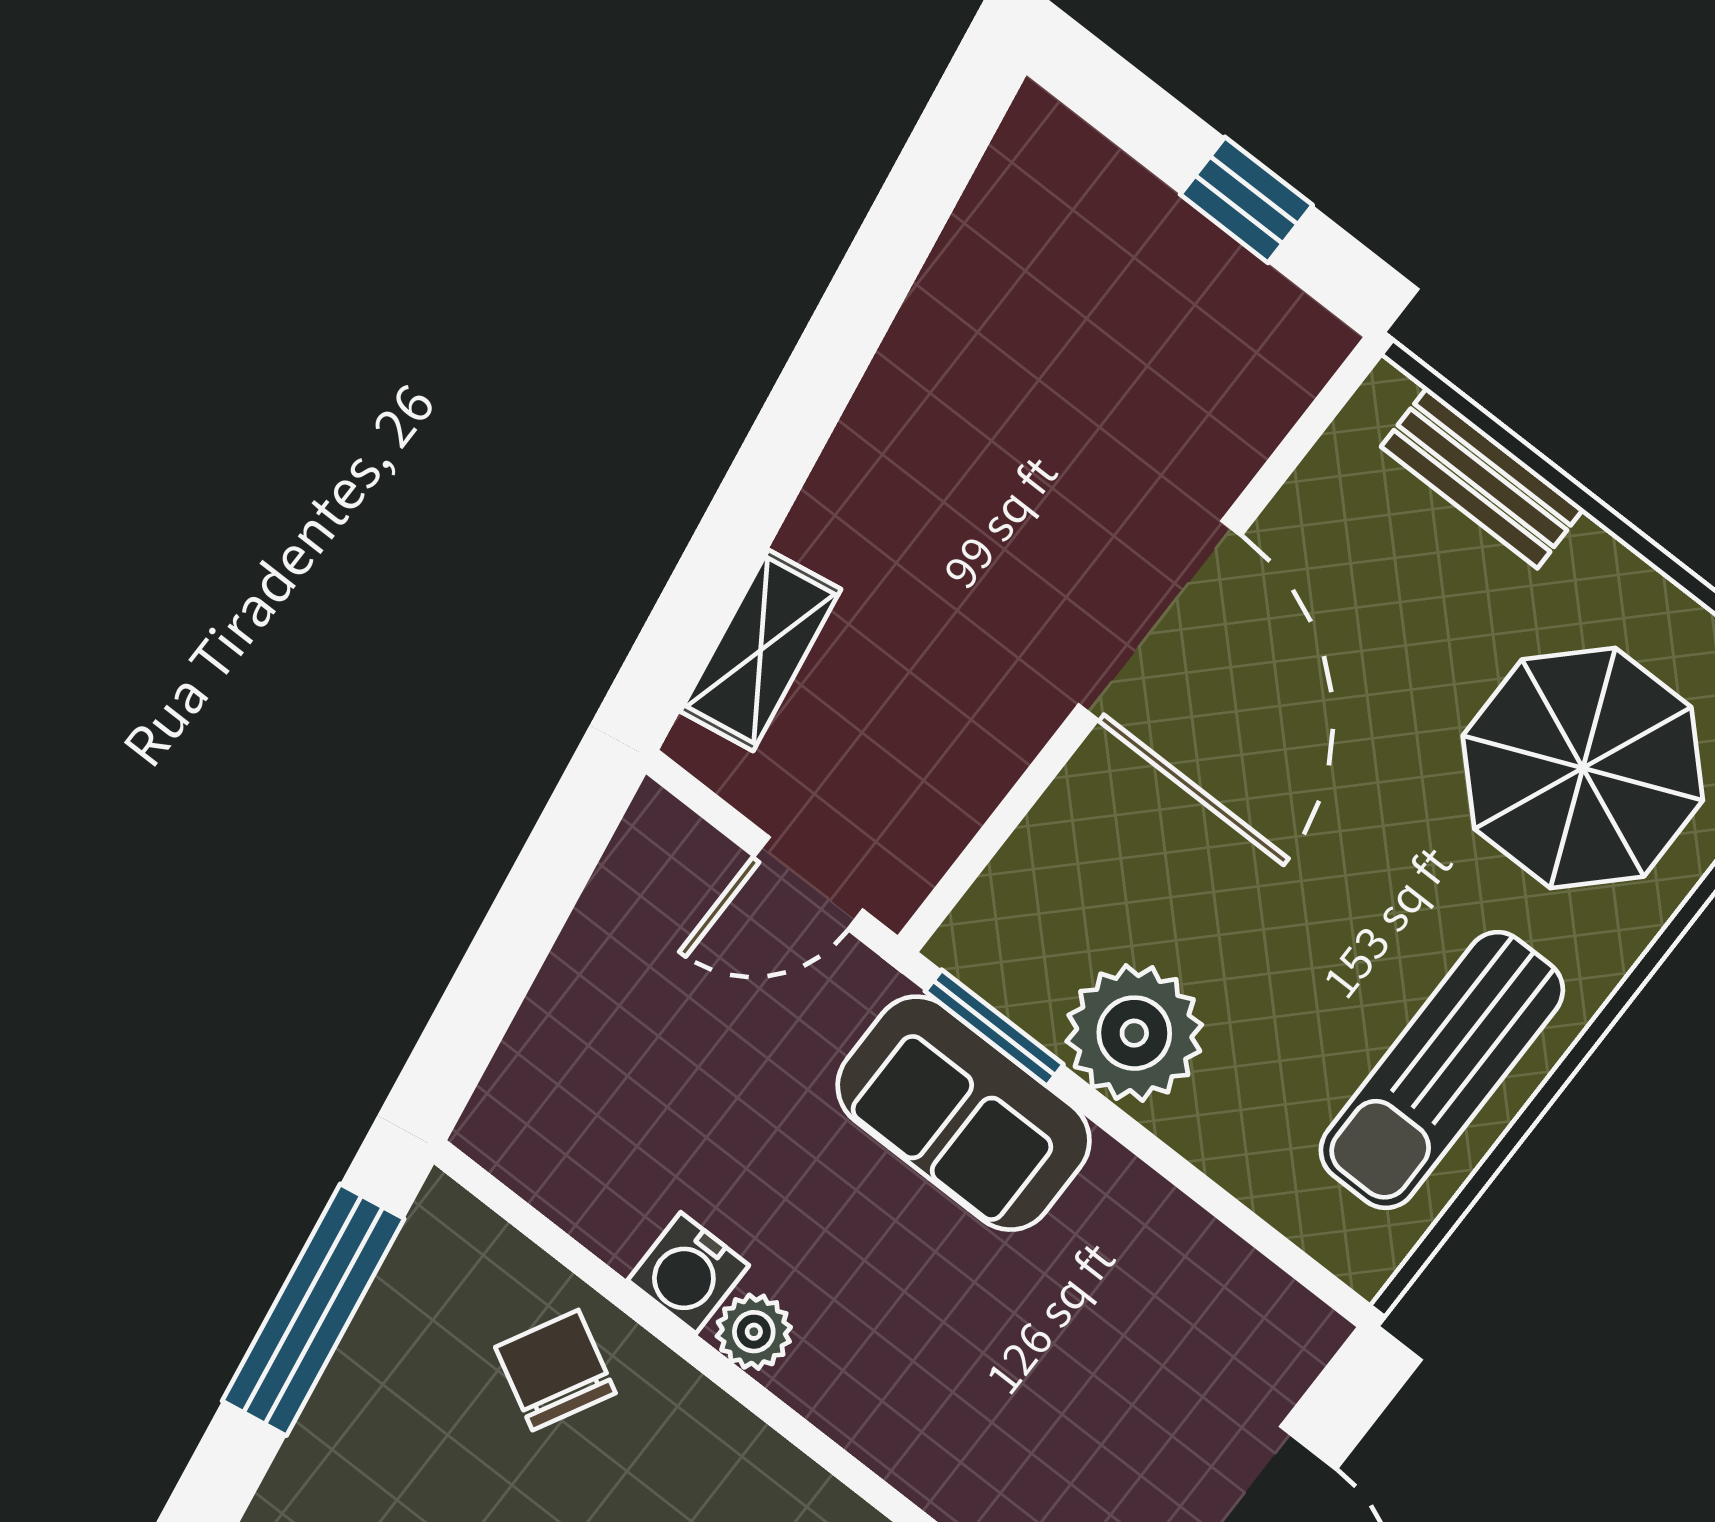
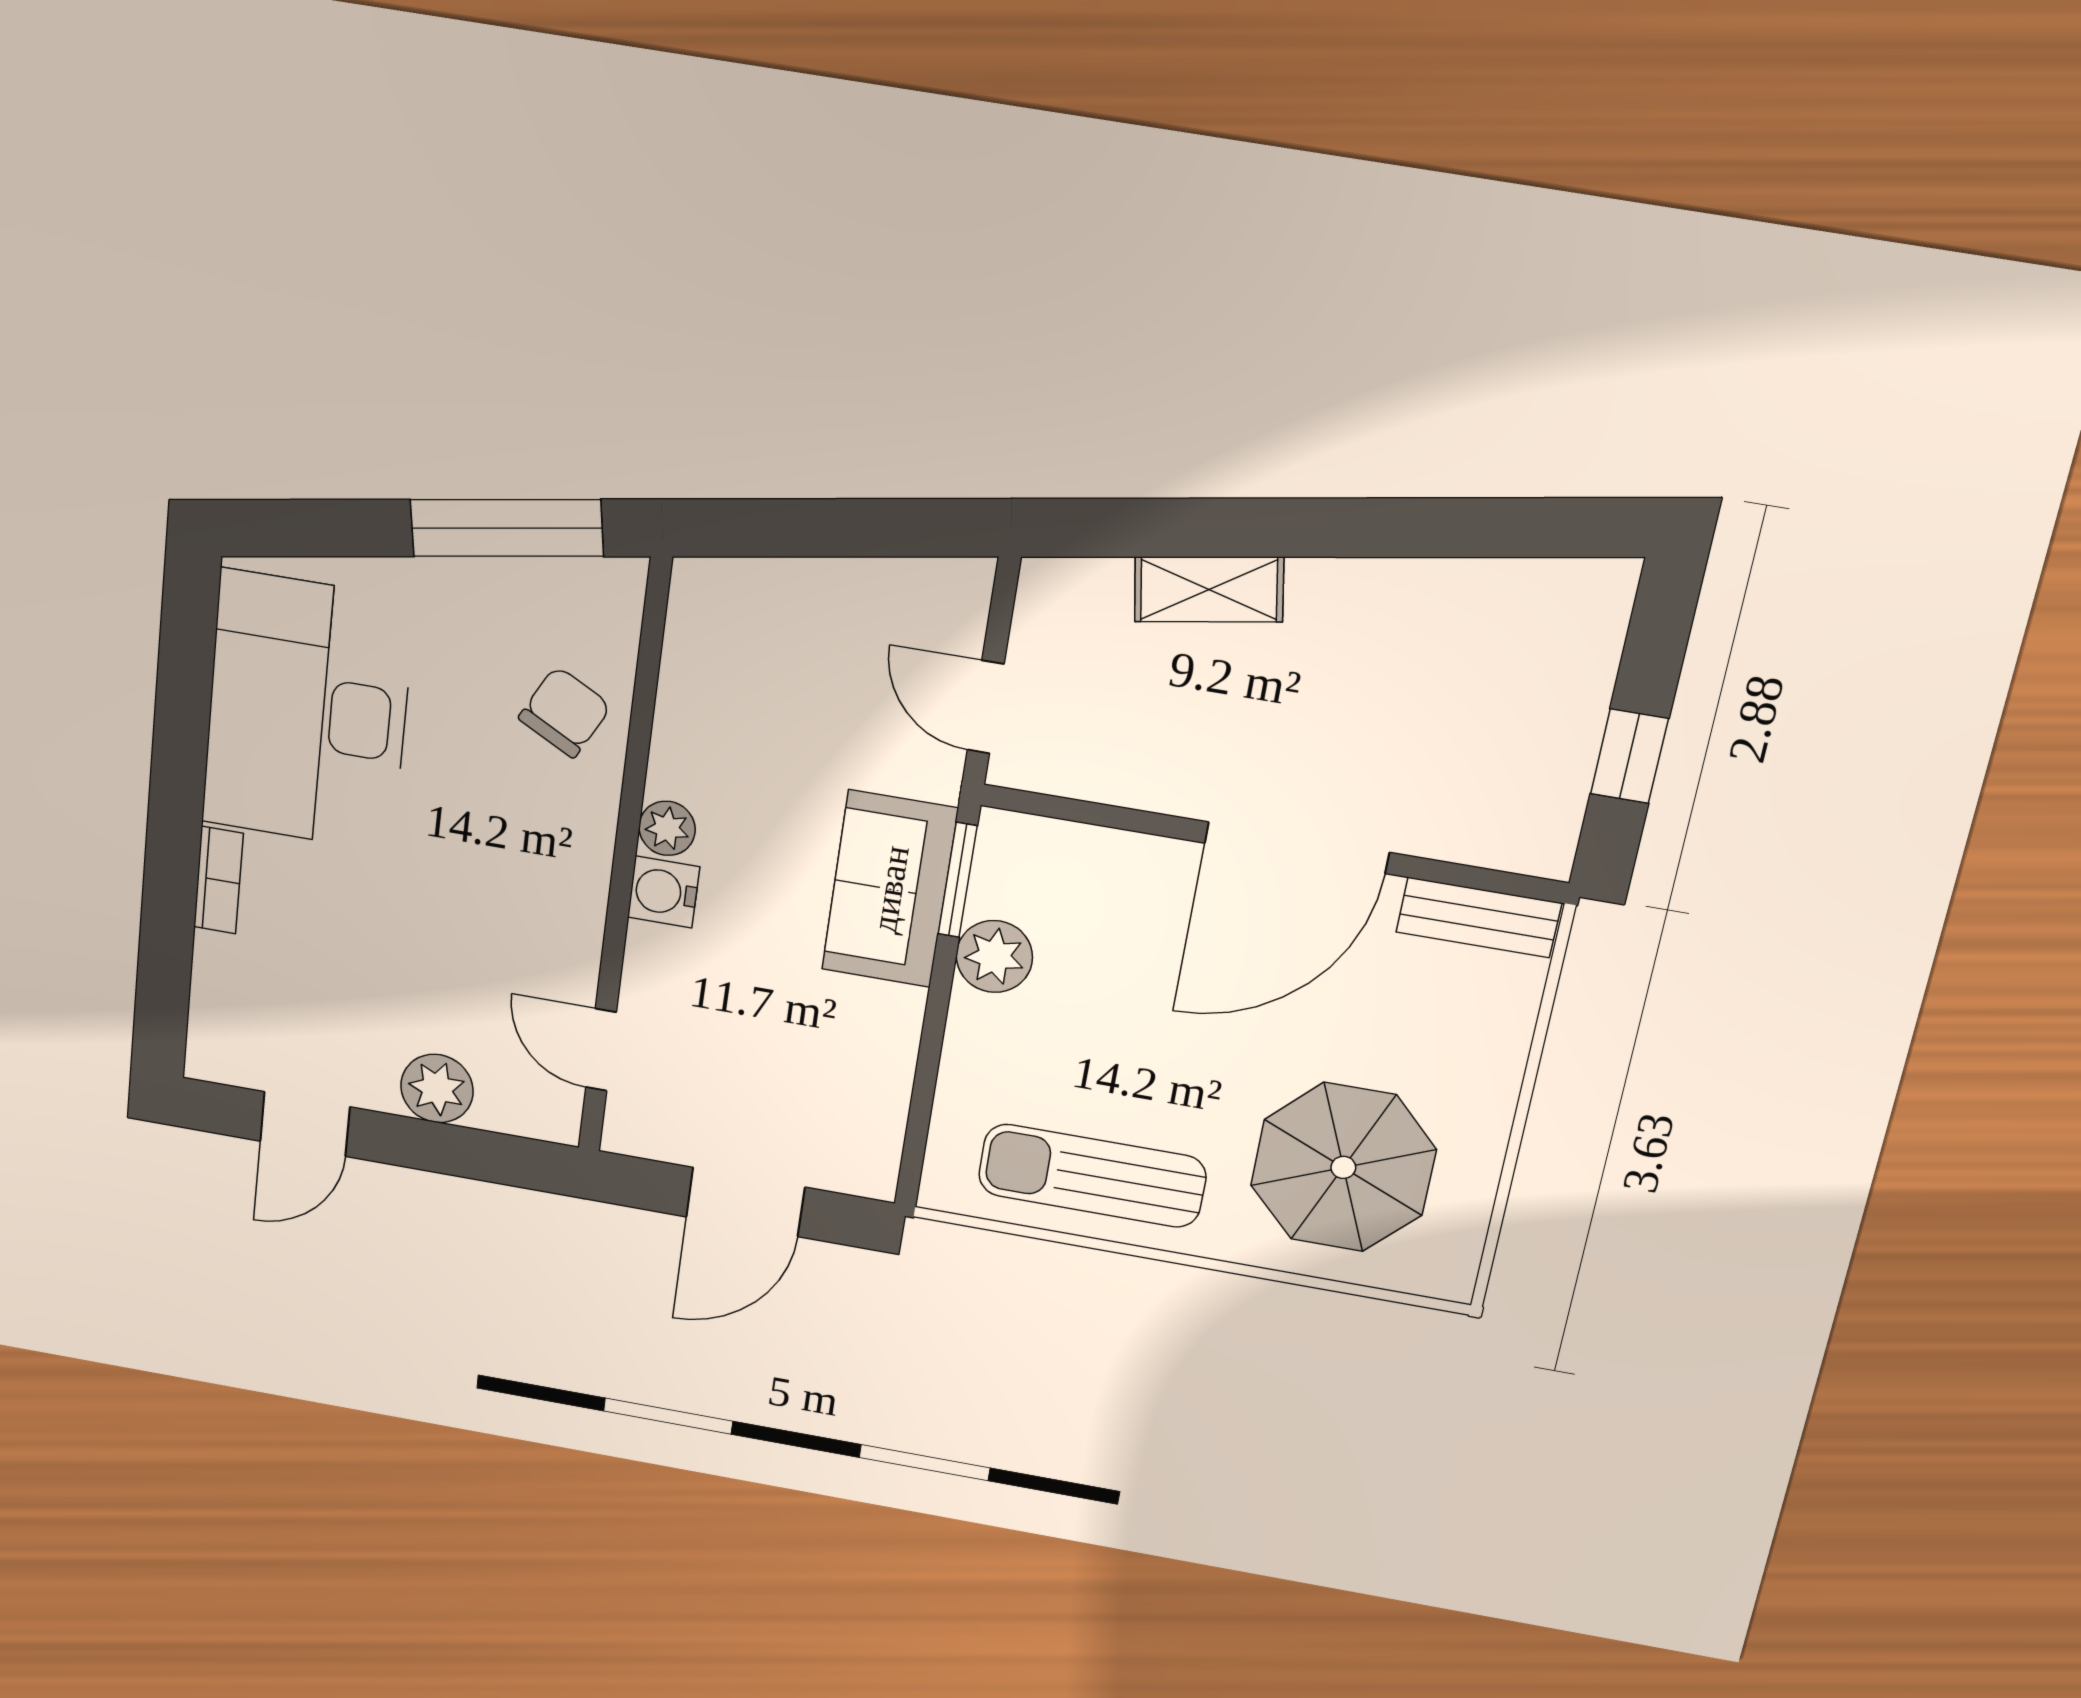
bench: (1482, 478) -> (1479, 918), moved, turned 90
shelving: (761, 650) -> (1209, 589), moved
plant: (1134, 1033) -> (994, 956), width x0.73, depth x0.73
water cooler: (688, 1273) -> (664, 892), moved

